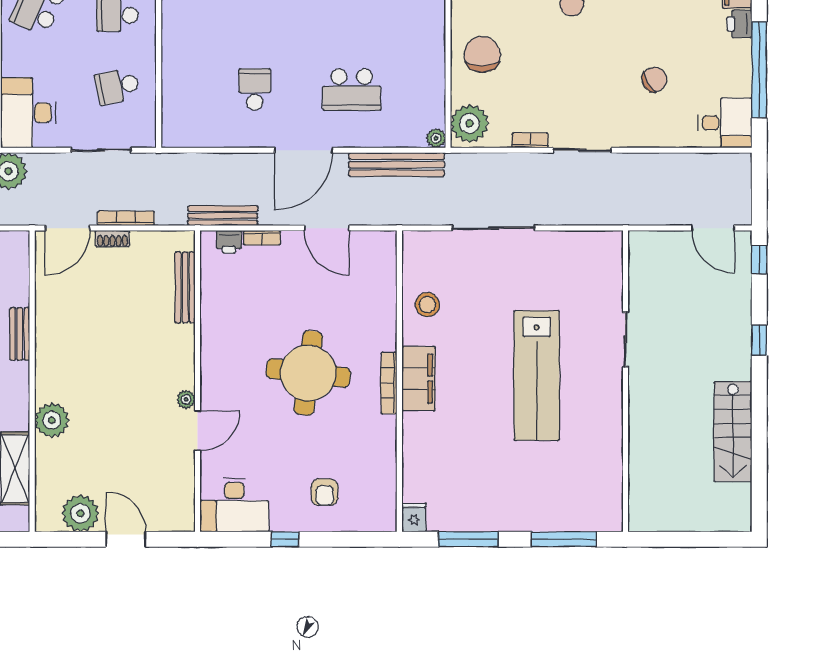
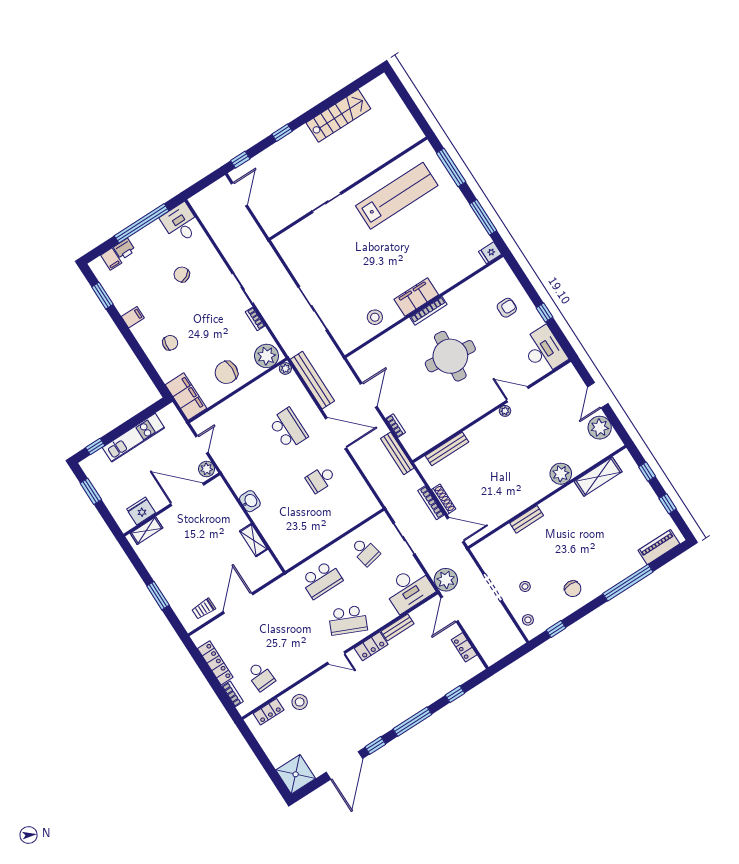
shoe rack: (113, 239) -> (444, 499), width x1.43
printer: (229, 242) -> (409, 441), removed
lab bench: (537, 376) -> (397, 196), moved

